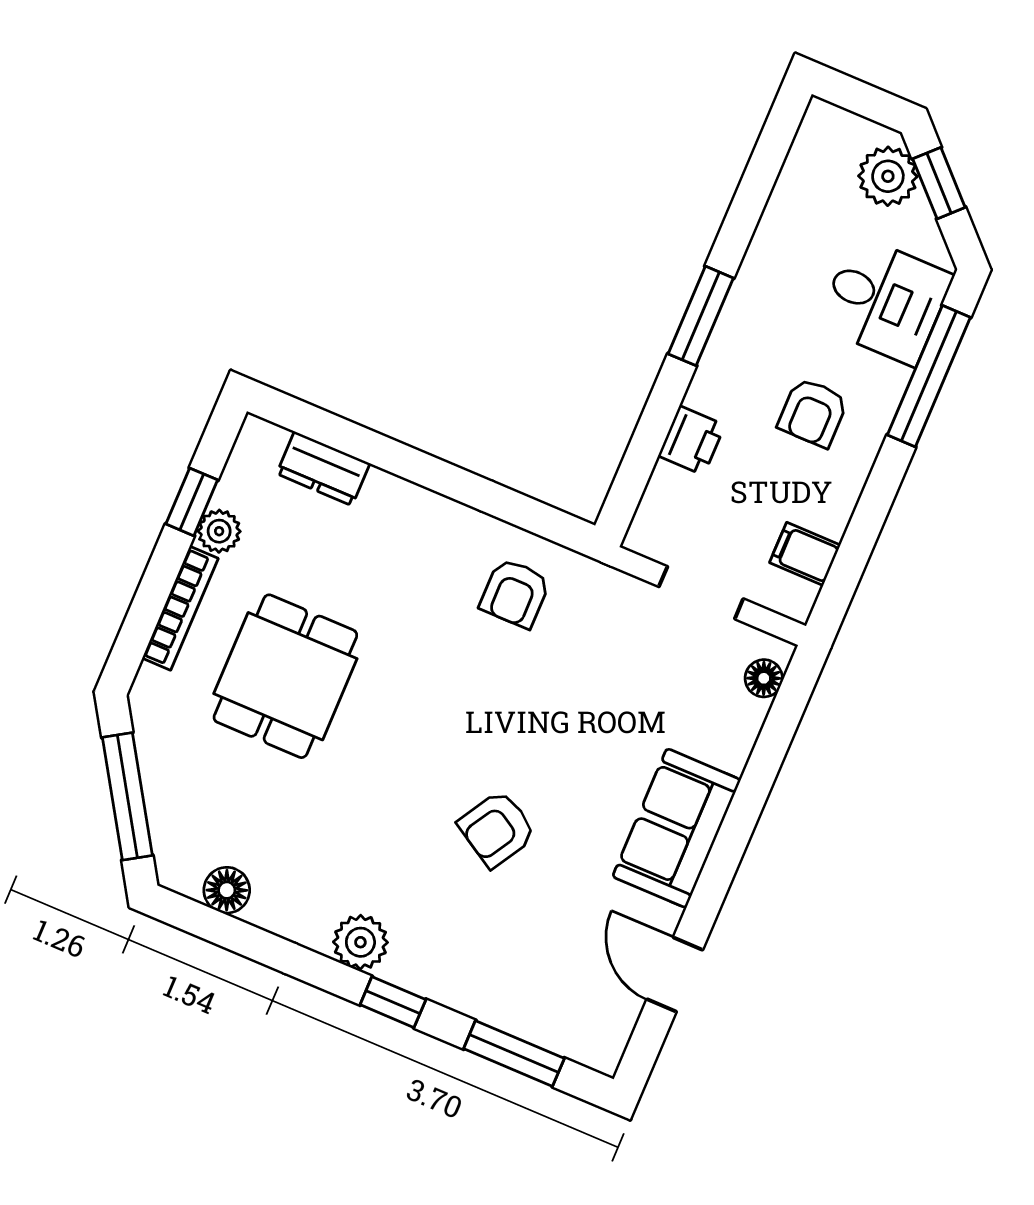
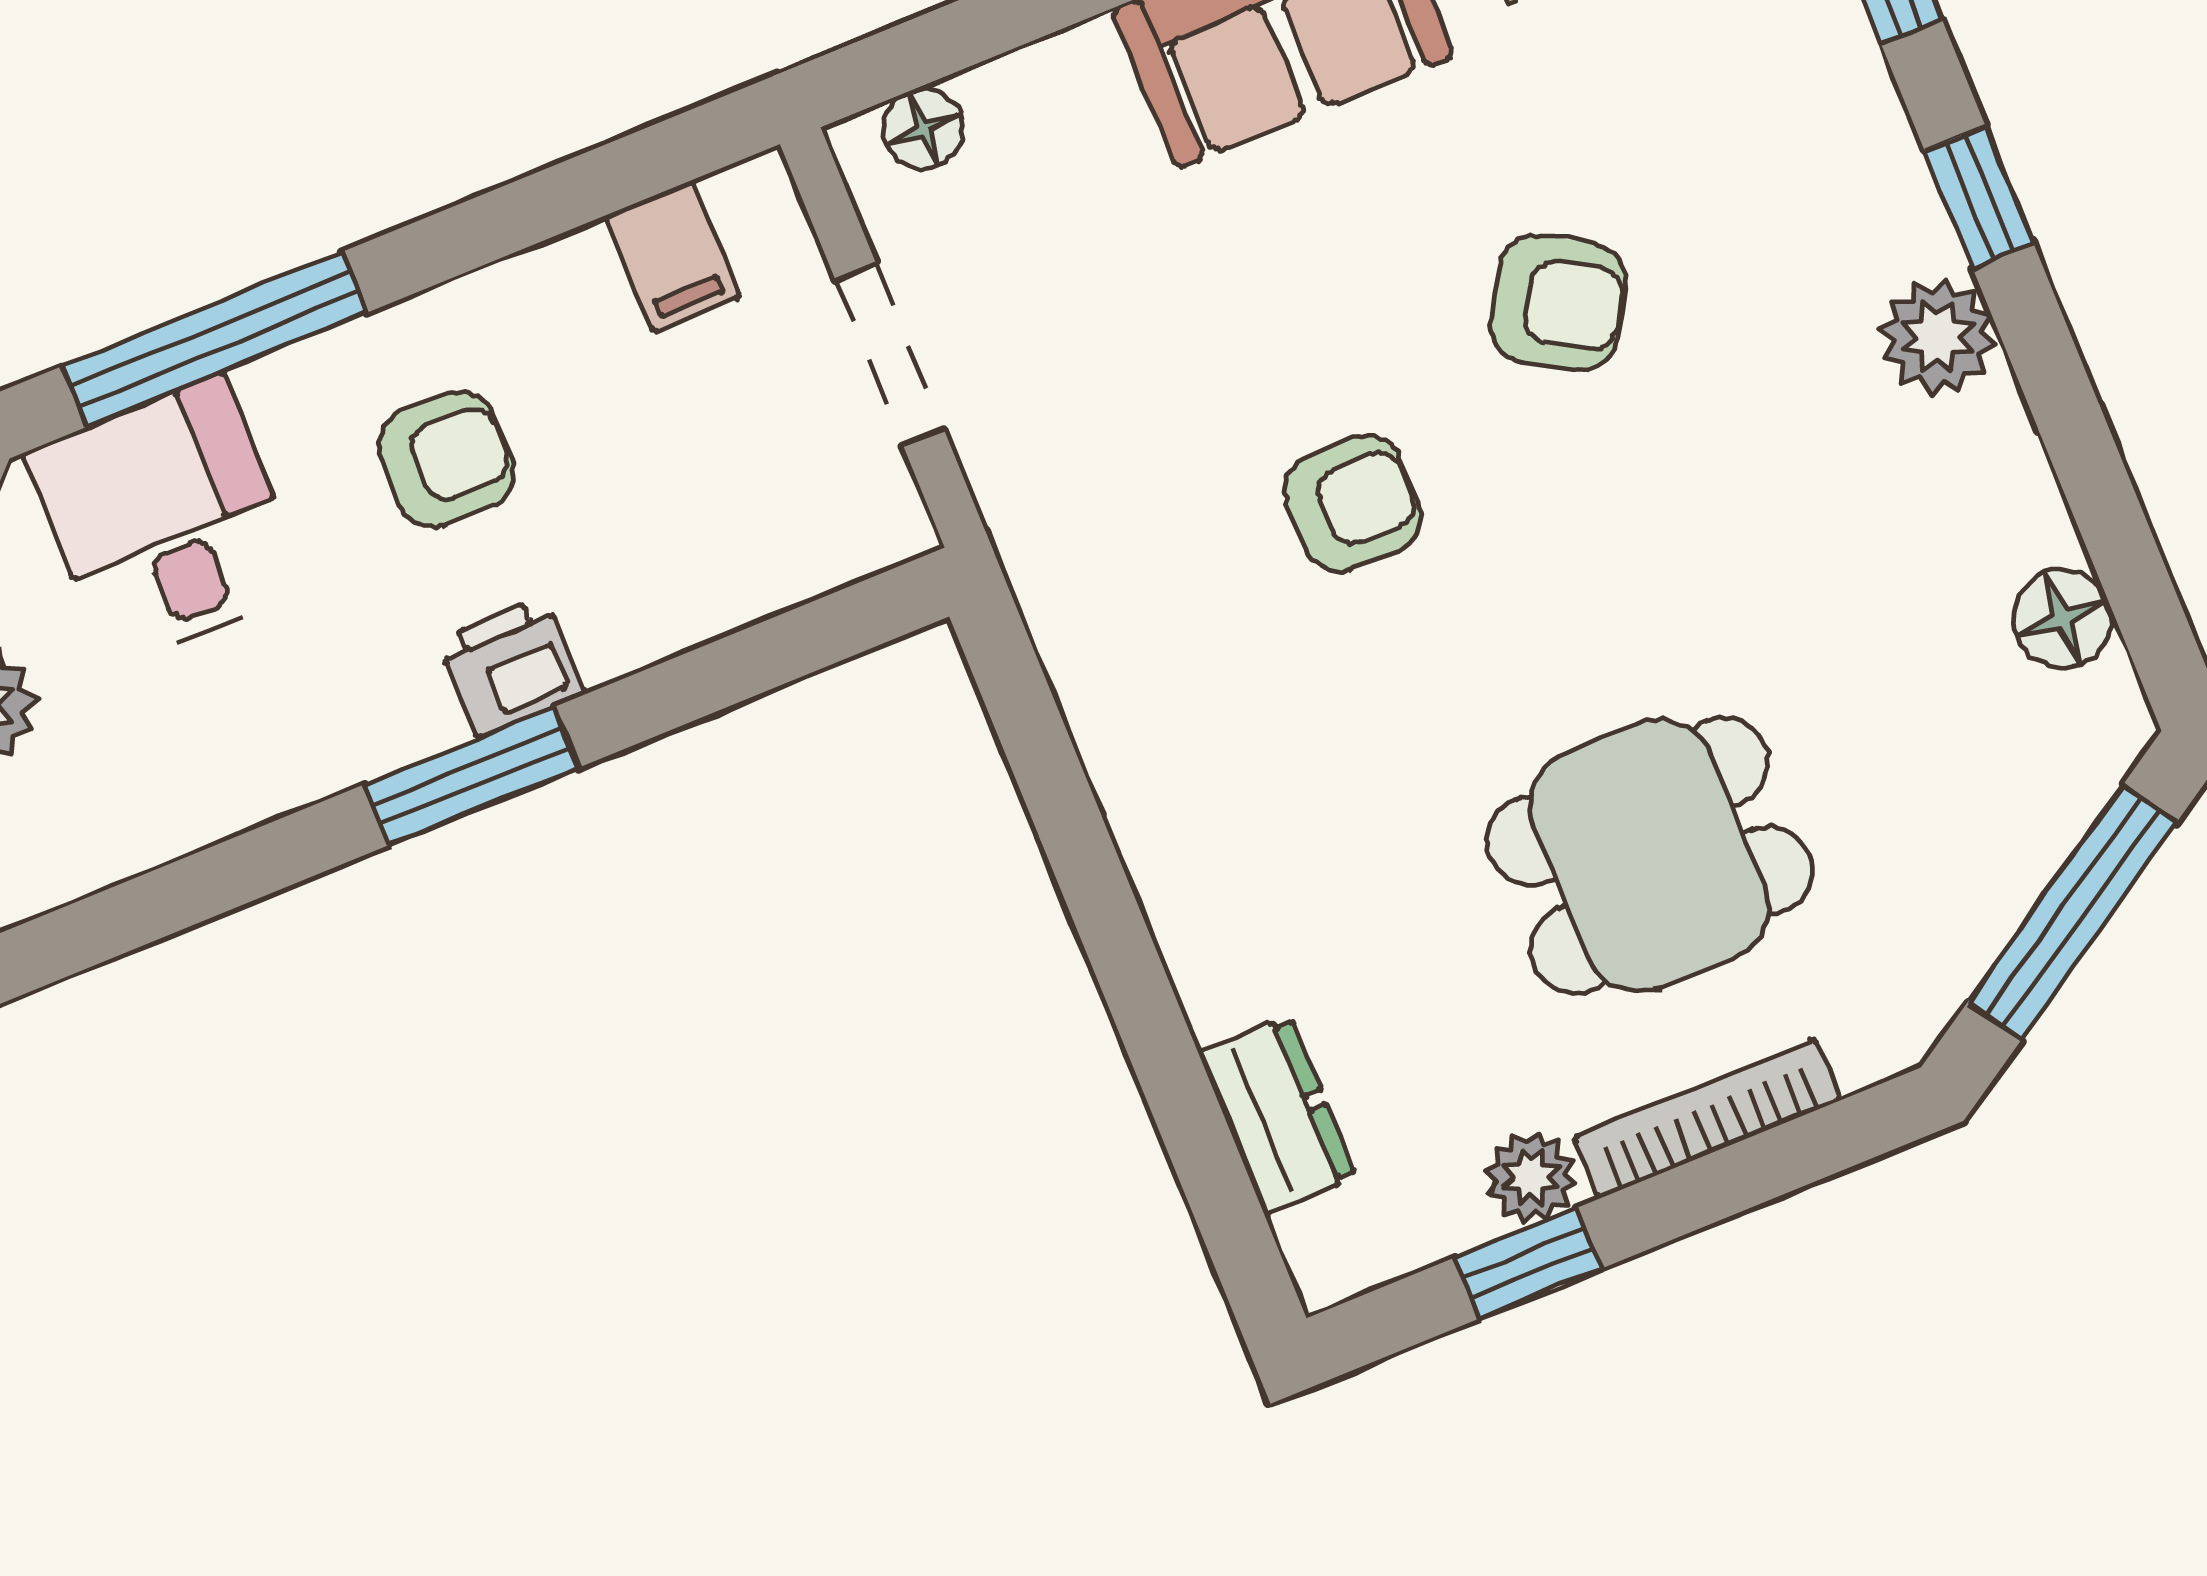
printer: (692, 440) -> (511, 667), moved
armchair: (515, 593) -> (1353, 503), moved

